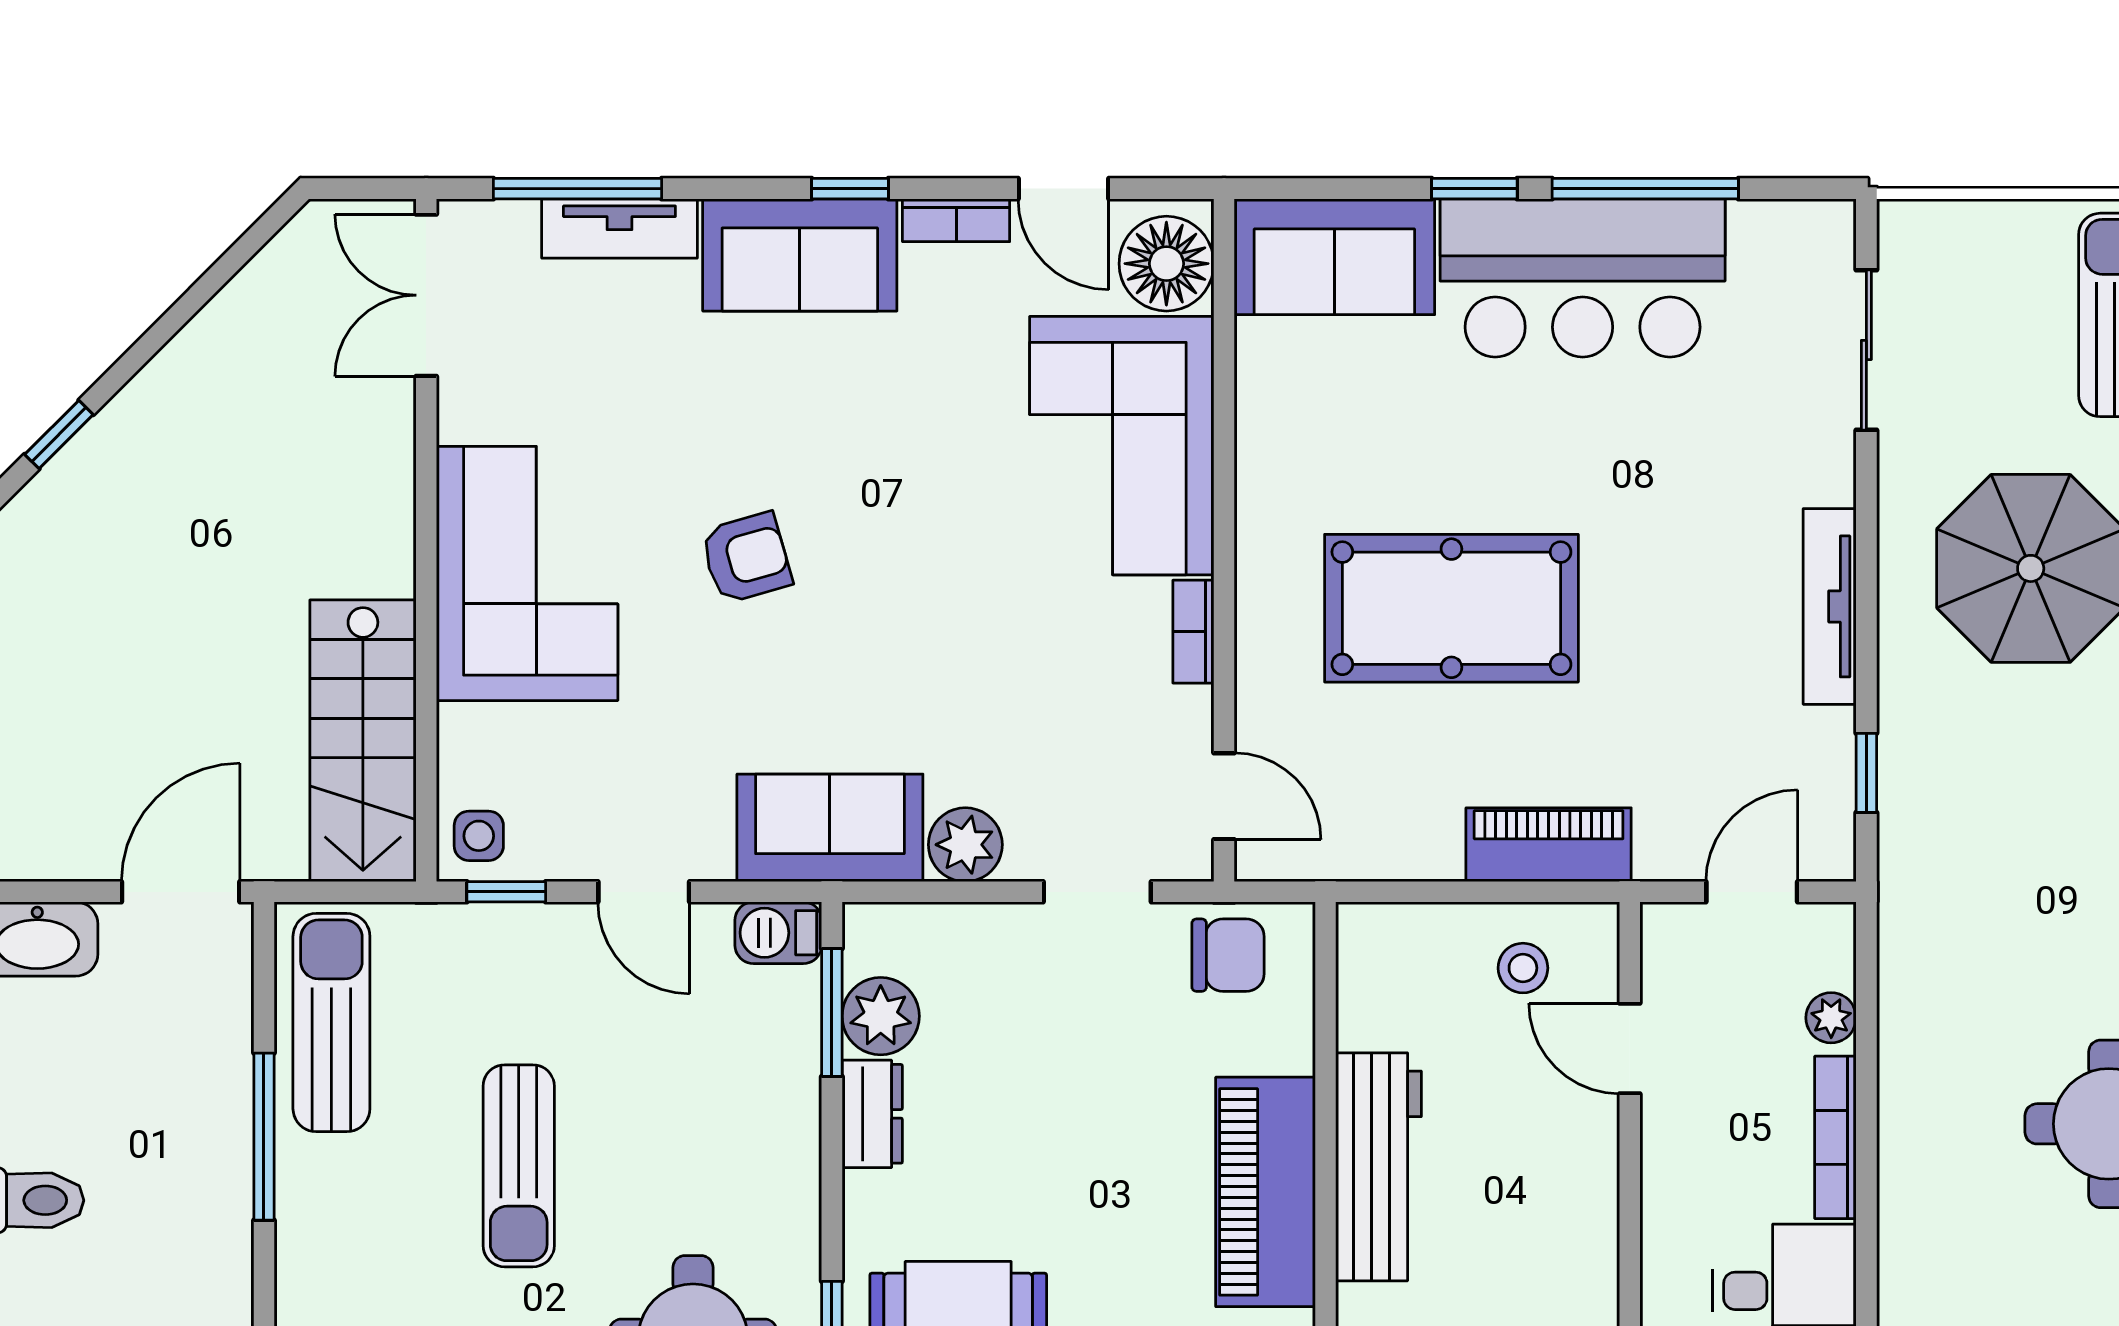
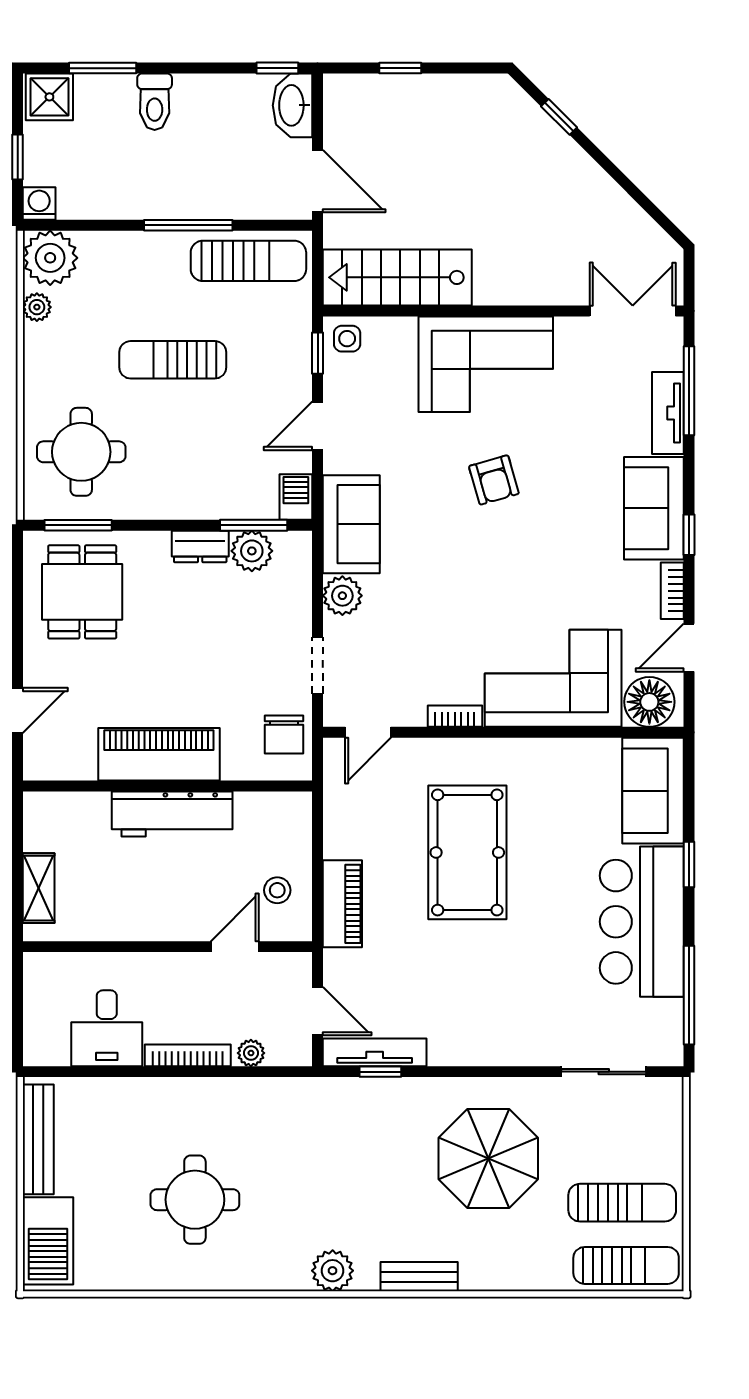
window: (1645, 189) -> (689, 995), moved
tv unit: (1830, 606) -> (375, 1052), moved

